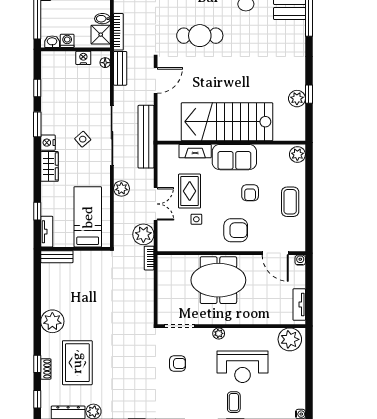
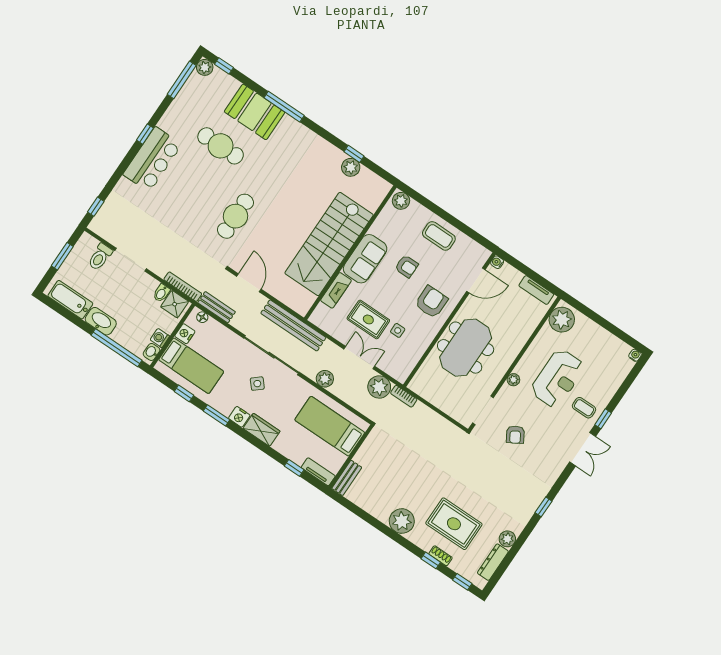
bed: (62, 79) -> (191, 366), added
armchair: (178, 363) -> (515, 435), turned 149

